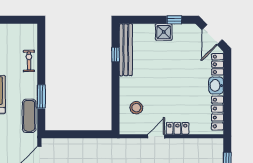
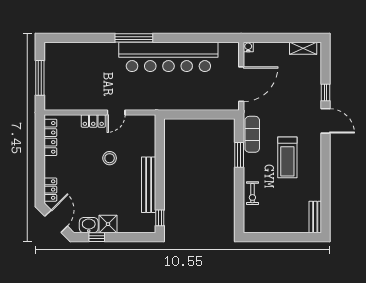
bench: (126, 50) -> (149, 185), moved
window: (115, 55) -> (160, 218), moved
washbasin: (216, 86) -> (89, 225), moved, turned -90
stool: (136, 108) -> (110, 158), moved

